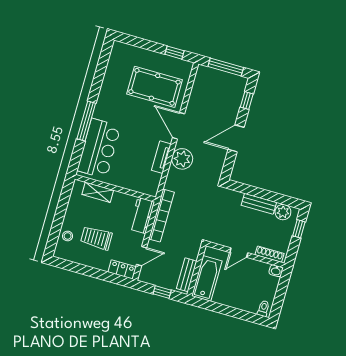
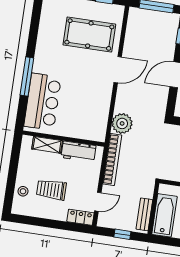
door: (178, 126) -> (118, 70), swing flipped
tv unit: (161, 157) -> (105, 102), removed
plant: (182, 159) -> (122, 123), moved
workbench: (142, 215) -> (78, 152), moved, turned -90

